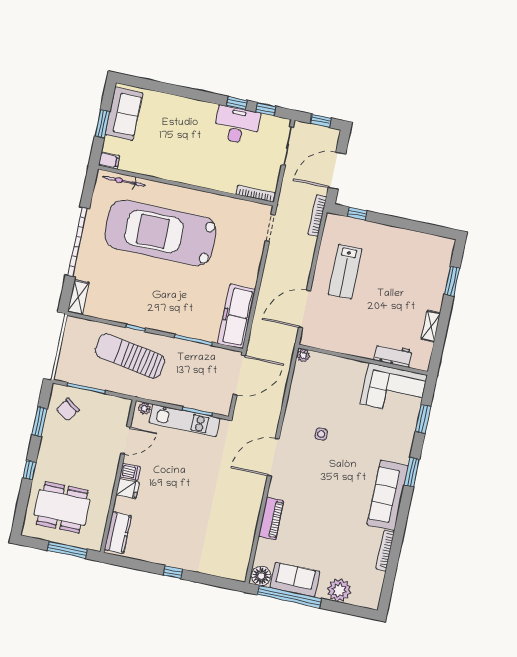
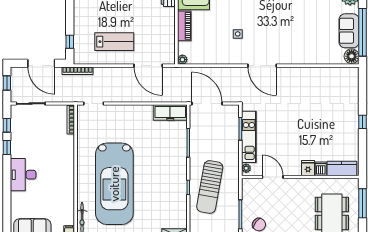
desk: (237, 125) -> (23, 175), moved
freezer: (237, 316) -> (170, 113), width x0.73, depth x0.79
dishwasher: (130, 472) -> (321, 169), moved
piano: (271, 519) -> (184, 26), moved, turned 90

